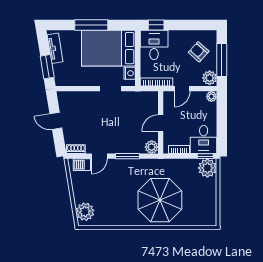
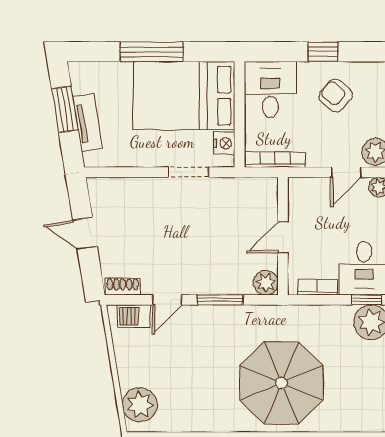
window: (156, 25) -> (323, 52), moved
tv unit: (55, 48) -> (88, 123), moved
armchair: (199, 52) -> (336, 96), moved
window: (47, 67) -> (65, 109), moved
door: (182, 89) -> (346, 172), moved

